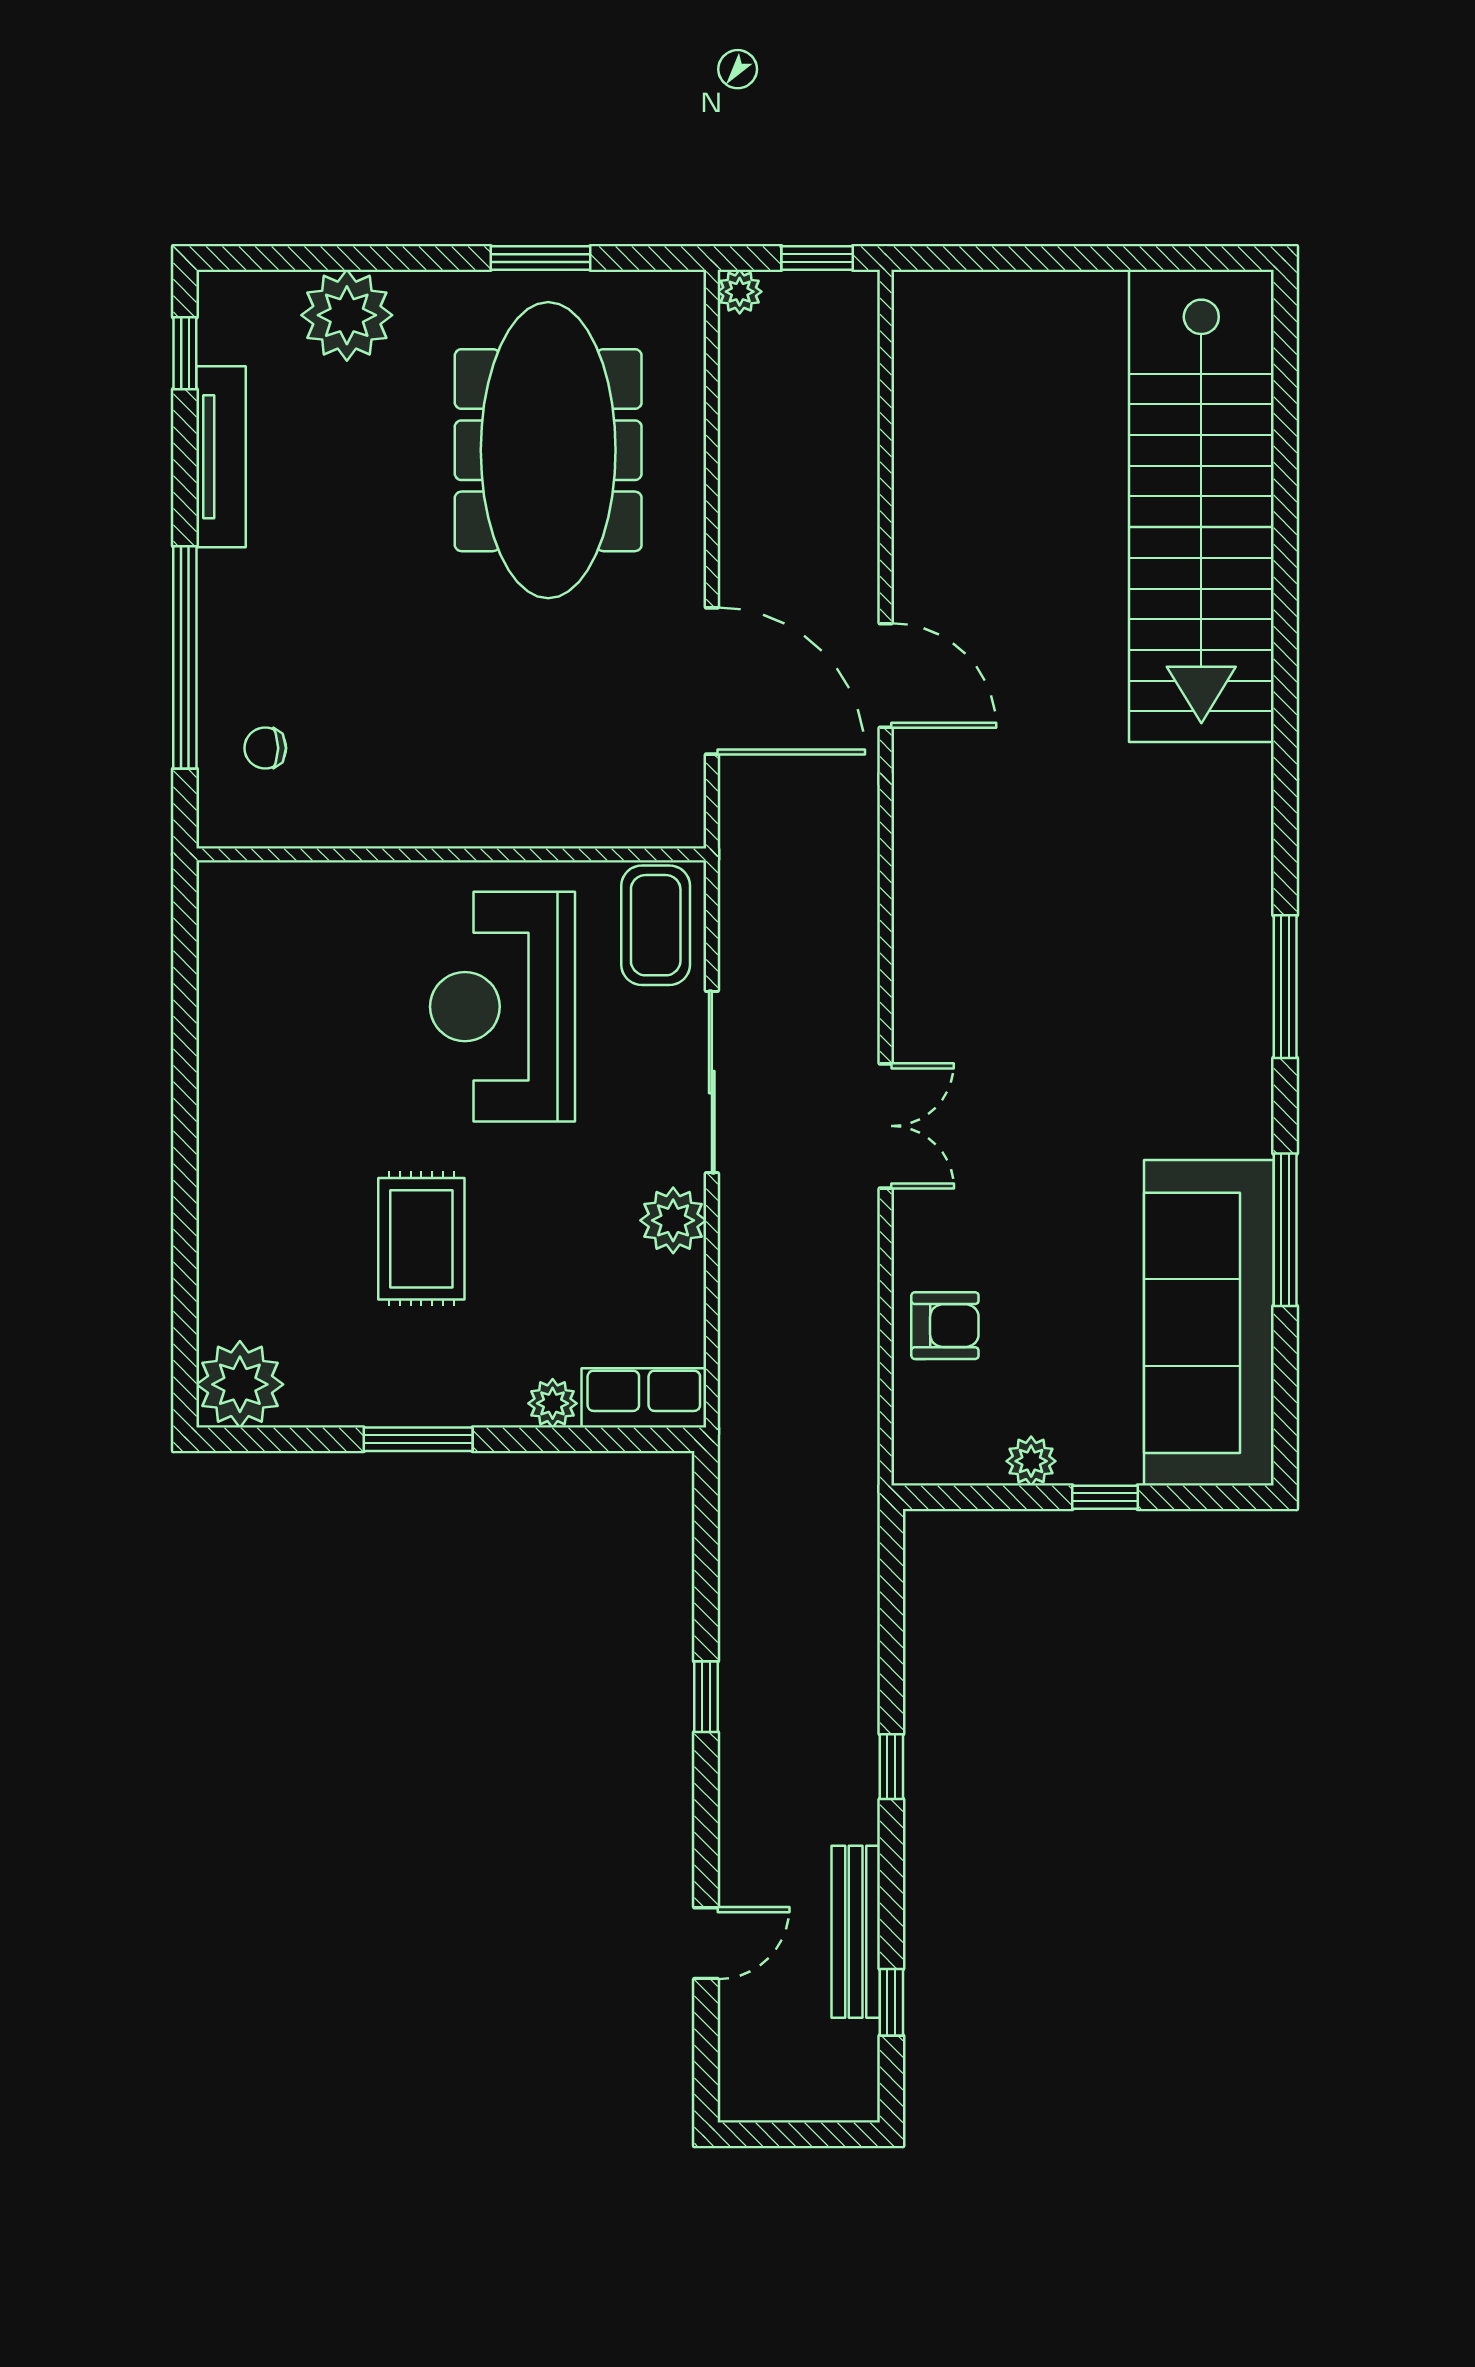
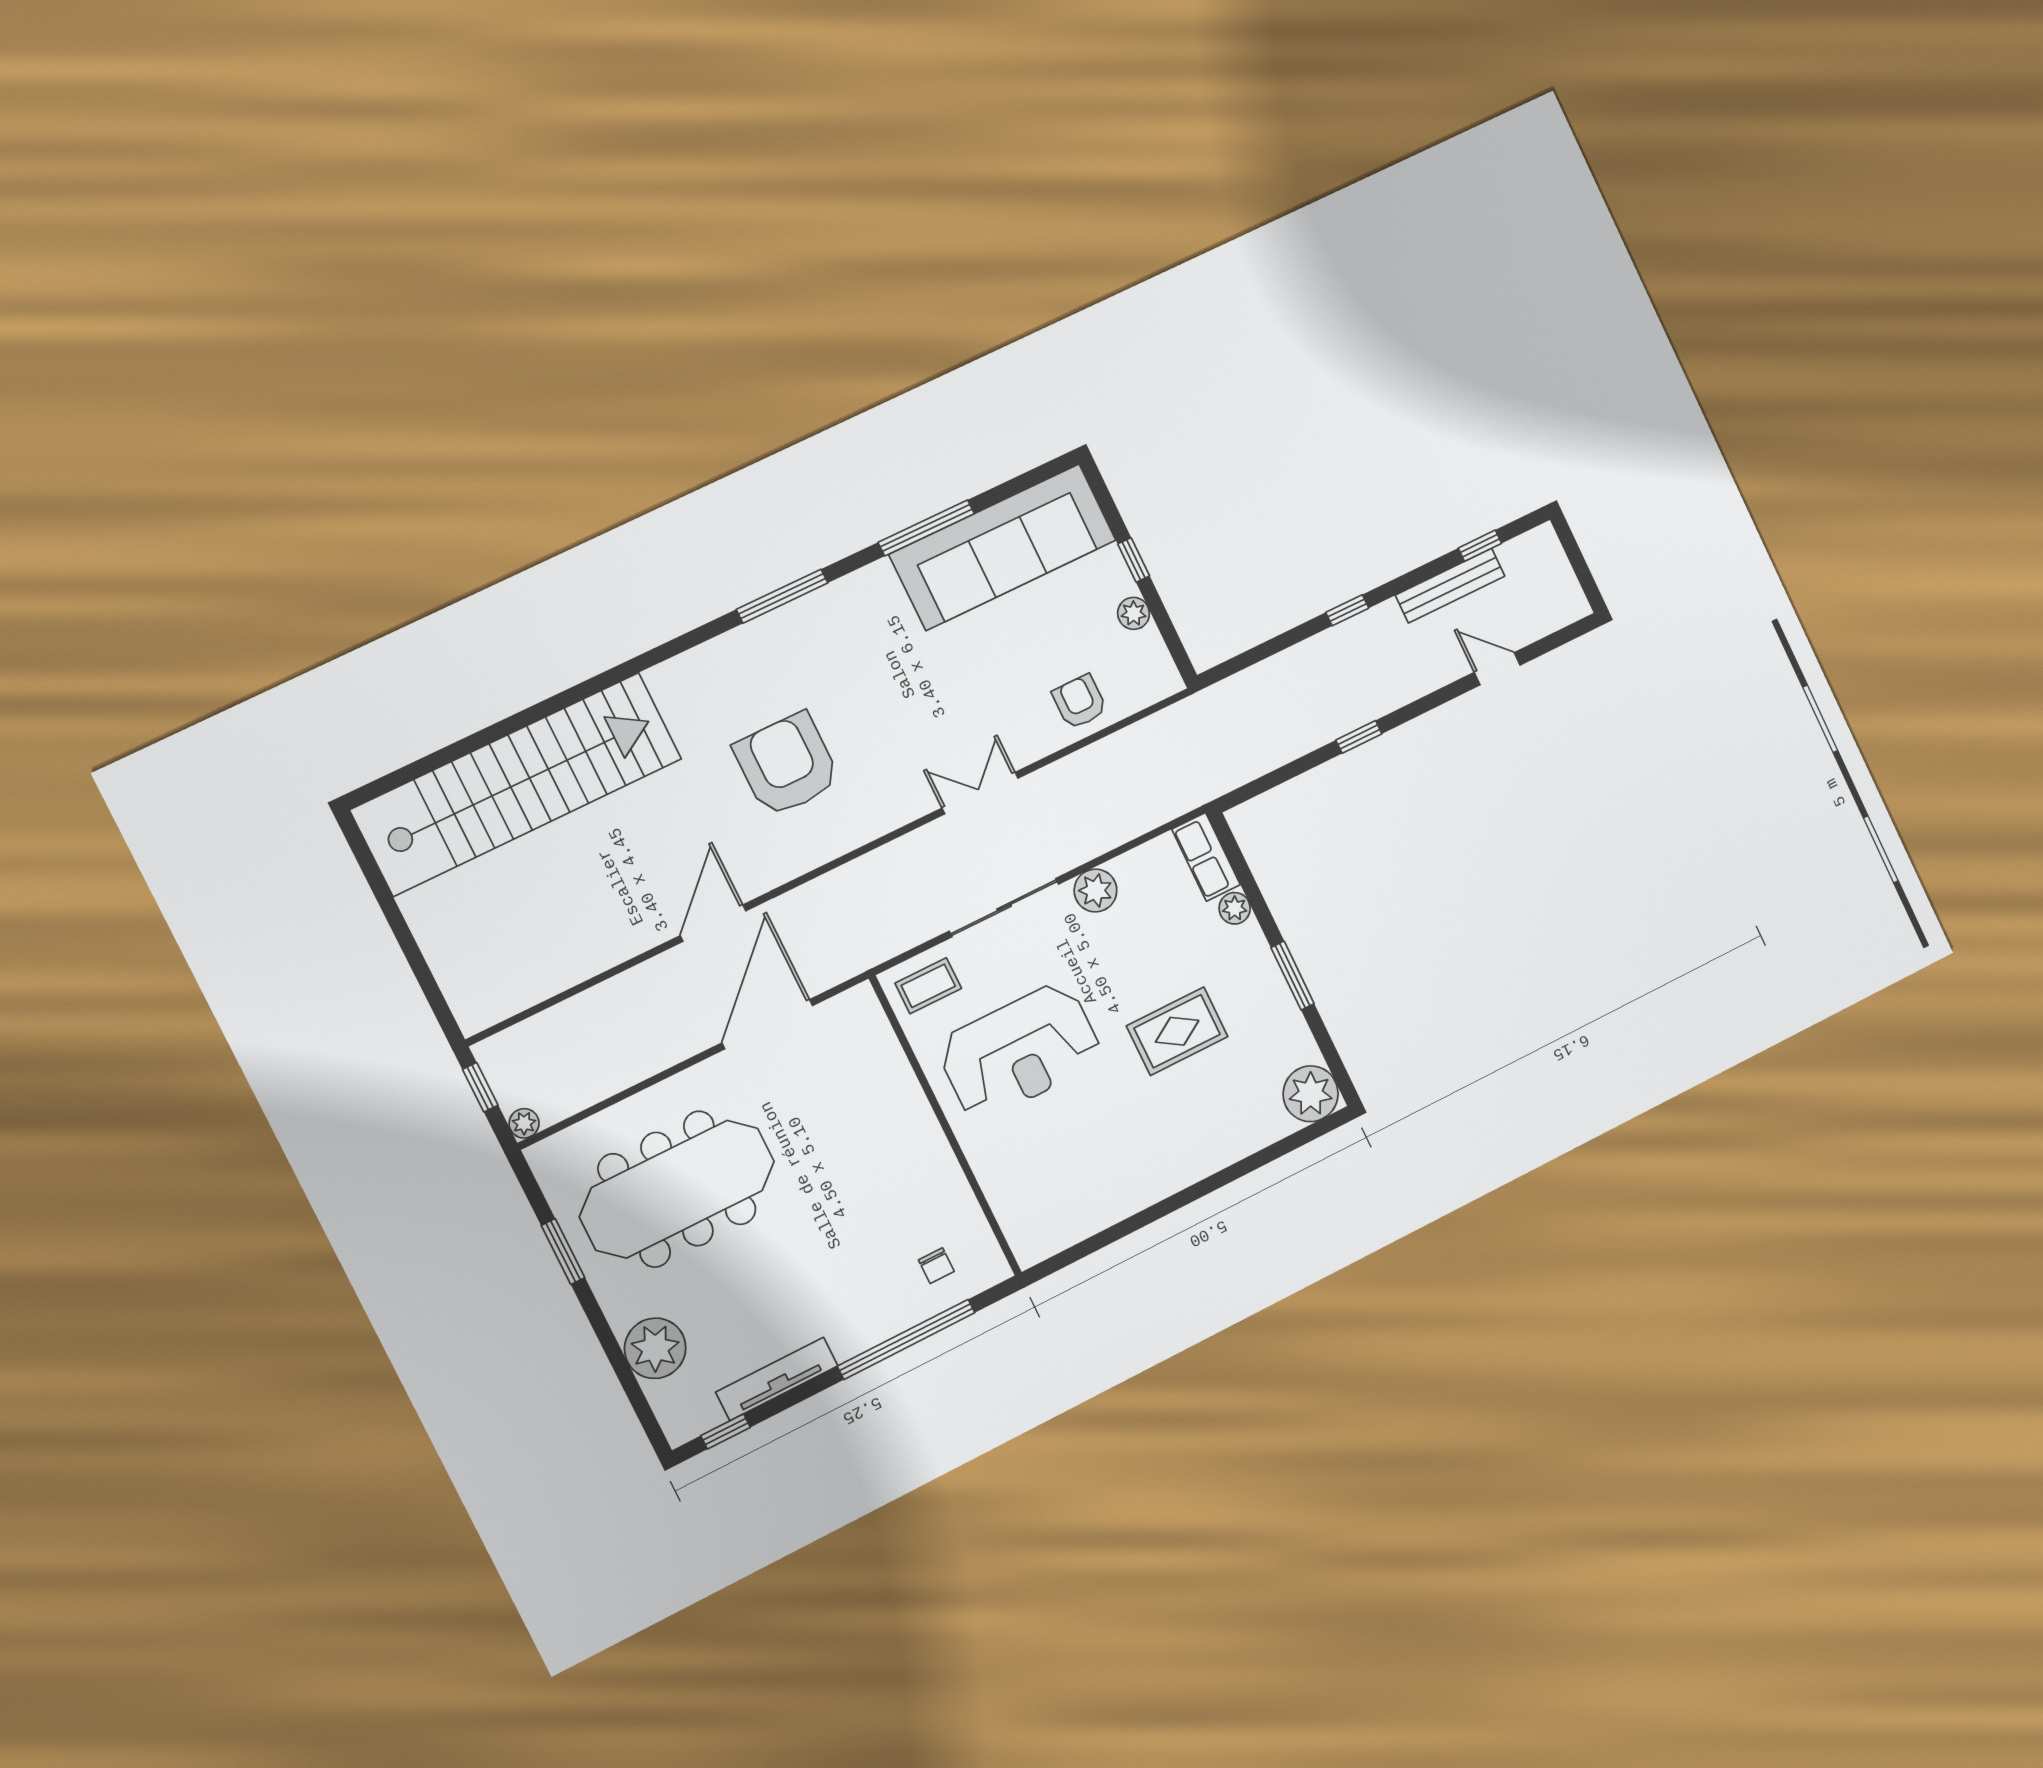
armchair: (1052, 881) -> (787, 765), added
coffee table: (656, 925) -> (928, 986), width x0.73, depth x0.77

